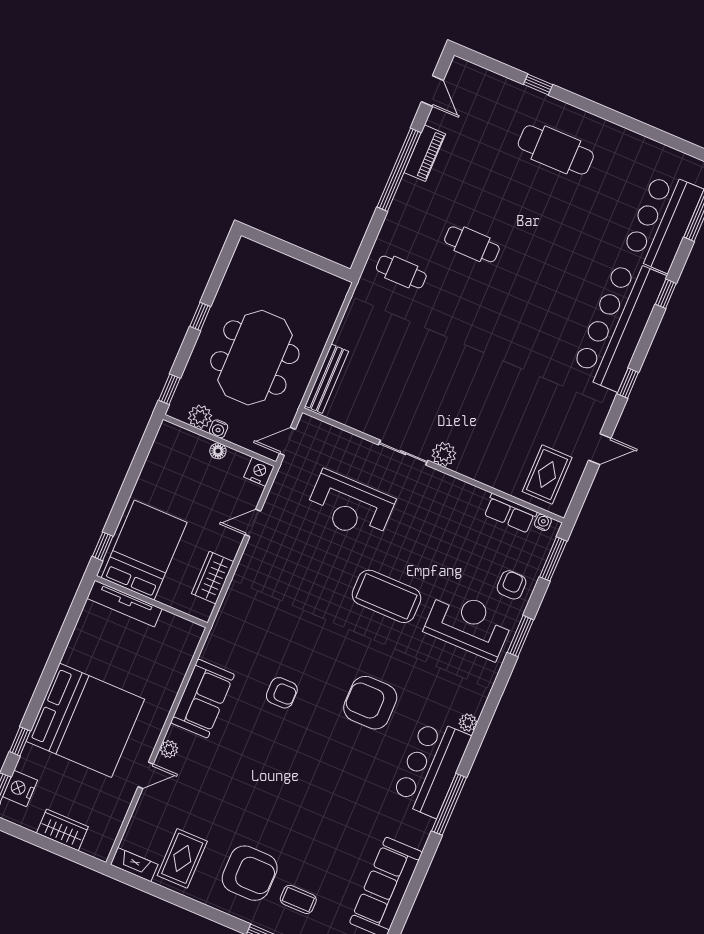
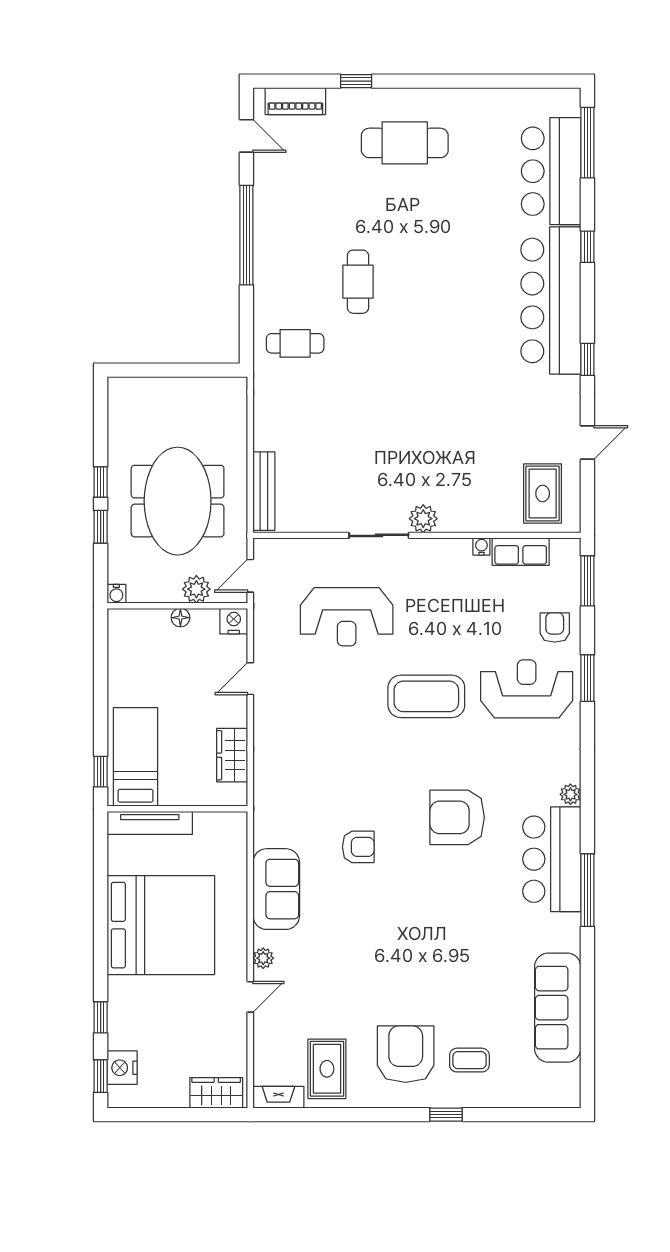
piano: (425, 153) -> (295, 101), moved, turned 90
cafe table: (472, 244) -> (358, 282), turned 90
window: (169, 389) -> (101, 527), moved
plant: (200, 417) -> (196, 589), moved
water cooler: (219, 429) -> (116, 594), moved
water cooler: (543, 522) -> (481, 546), moved
bed: (144, 550) -> (136, 757), width x0.67
bed: (85, 720) -> (161, 925), moved
wardrobe: (62, 830) -> (216, 1093), moved
armchair: (250, 873) -> (406, 1054), turned -90

